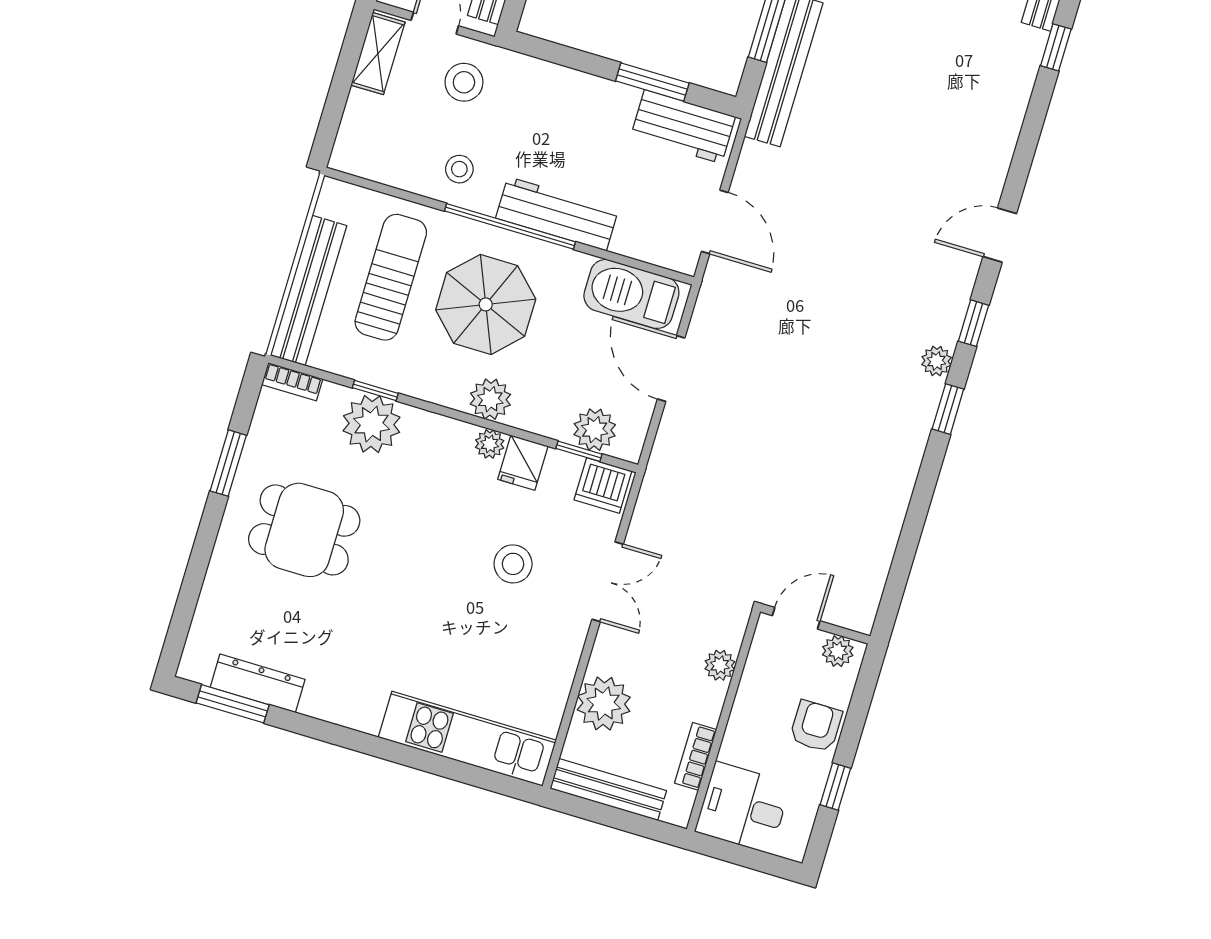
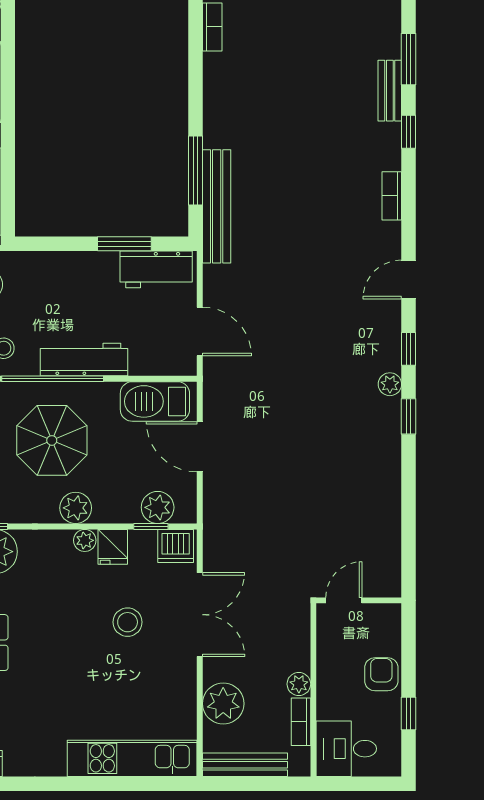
bookcase: (1010, 122) -> (392, 196), added
double door: (608, 582) -> (200, 615), width x1.37
plant: (838, 651) -> (381, 615), removed
plant: (720, 665) -> (299, 684), moved

